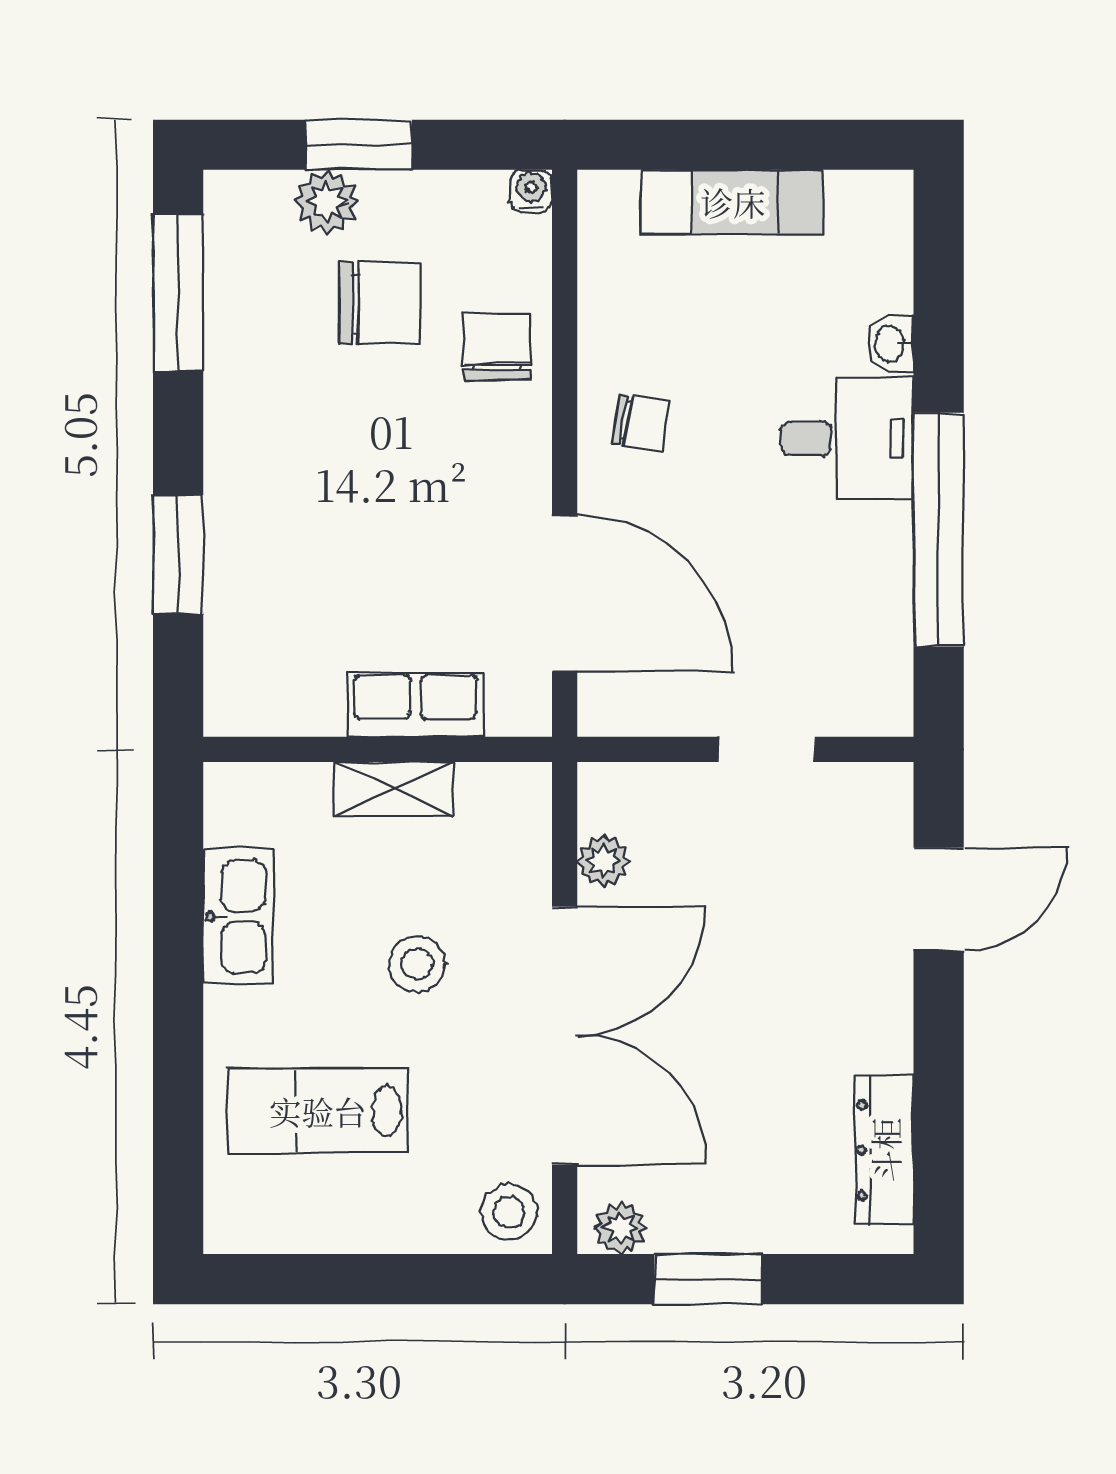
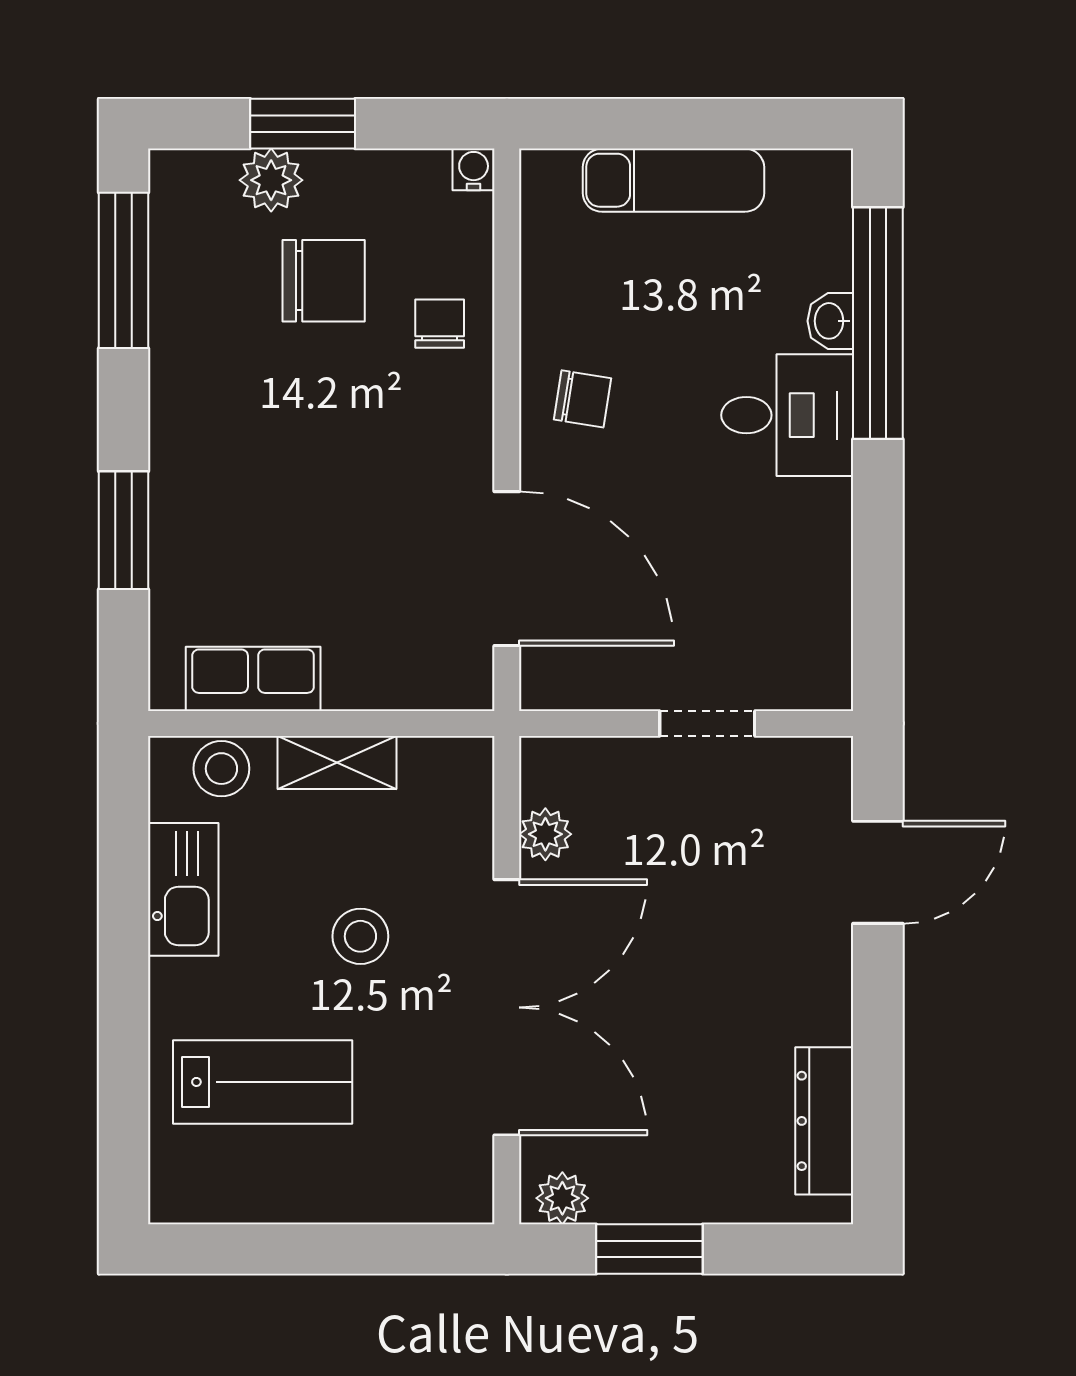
chair: (497, 346) -> (440, 324), width x0.73, depth x0.73
window: (939, 530) -> (878, 323), moved
row of seats: (416, 704) -> (253, 679), moved
lab bench: (318, 1111) -> (263, 1082), turned 180
stool: (509, 1212) -> (221, 769), moved

